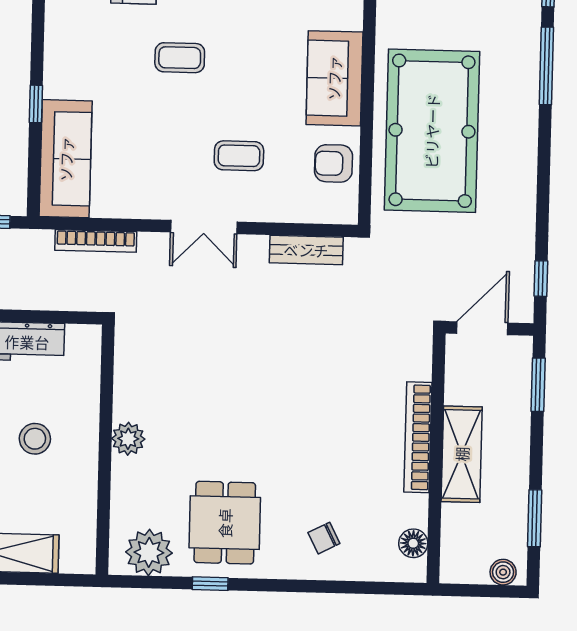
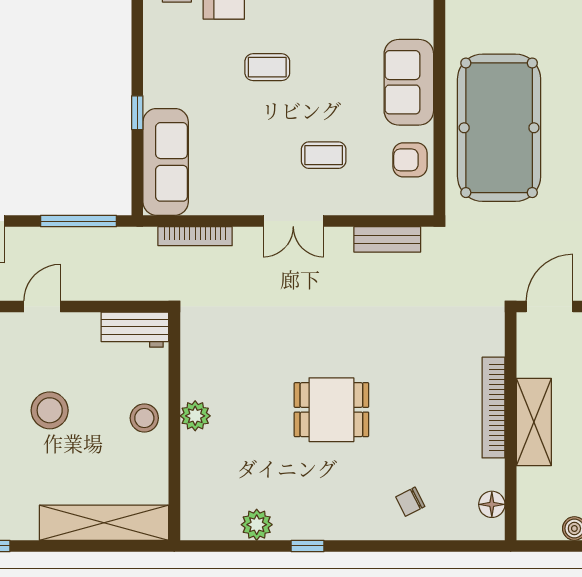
plant: (128, 439) -> (195, 416), moved
wall: (105, 450) -> (174, 426), moved
dining table: (225, 523) -> (331, 410), moved, turned 90
plant: (149, 552) -> (257, 525), width x0.73, depth x0.73

